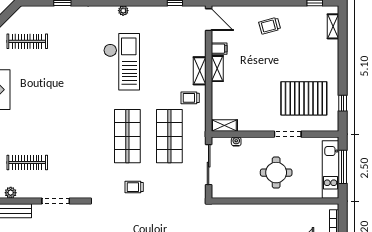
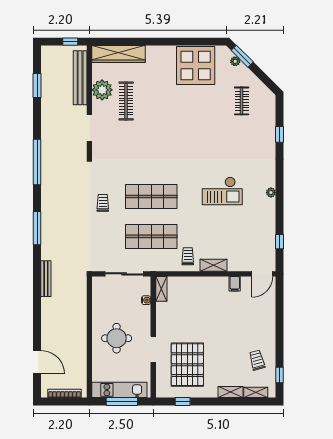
trolley: (270, 26) -> (257, 360), moved
clothes rail: (27, 41) -> (242, 101), width x0.73
checkout: (122, 62) -> (222, 191), width x0.73, depth x0.83
shelving: (217, 69) -> (231, 392), moved
plant: (11, 193) -> (102, 90), width x1.88, depth x1.88

